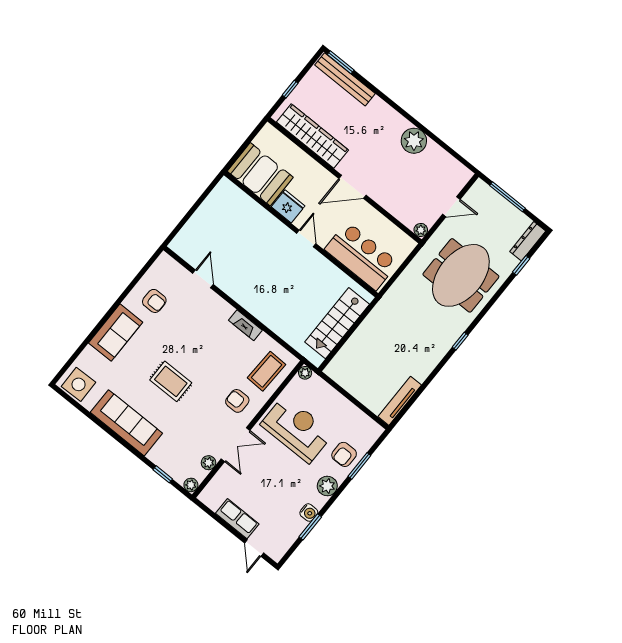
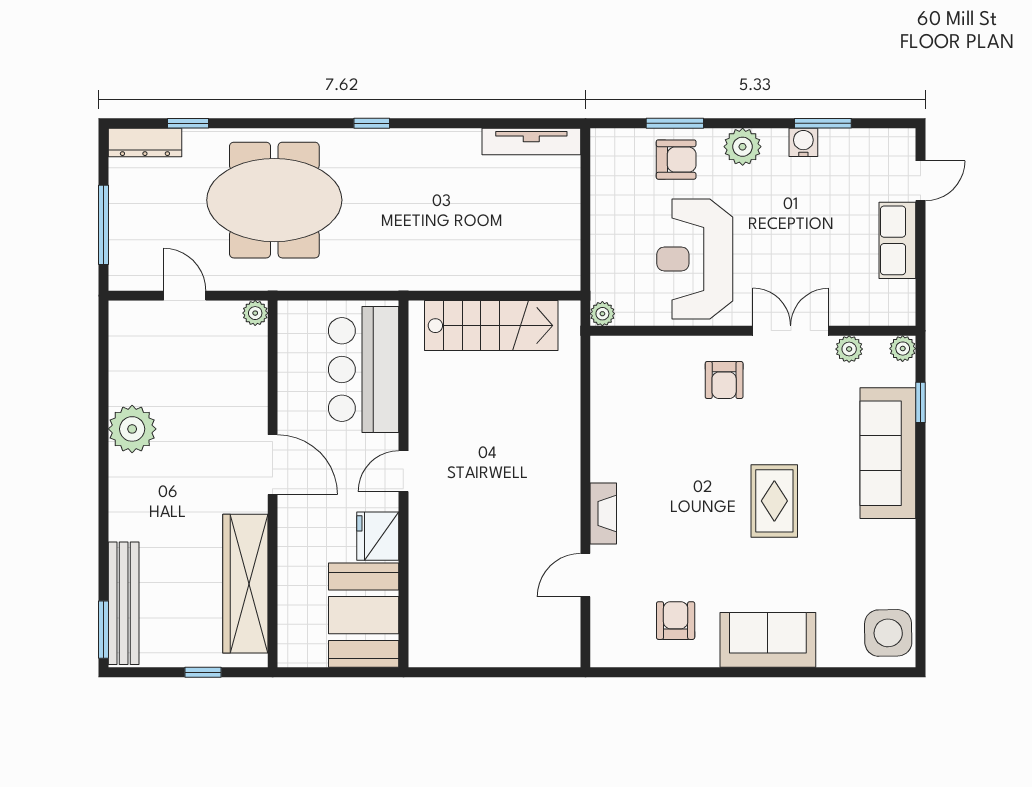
fireplace: (245, 325) -> (603, 514), moved
coffee table: (267, 371) -> (646, 372), removed
sofa: (126, 423) -> (888, 453), moved

